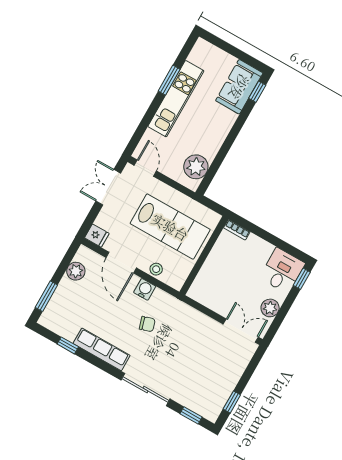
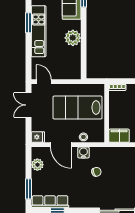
plant: (196, 167) -> (73, 38), moved
lab bench: (170, 227) -> (78, 108), turned 180
filing cabinet: (203, 294) -> (119, 136), added
row of seats: (102, 349) -> (50, 202), moved

